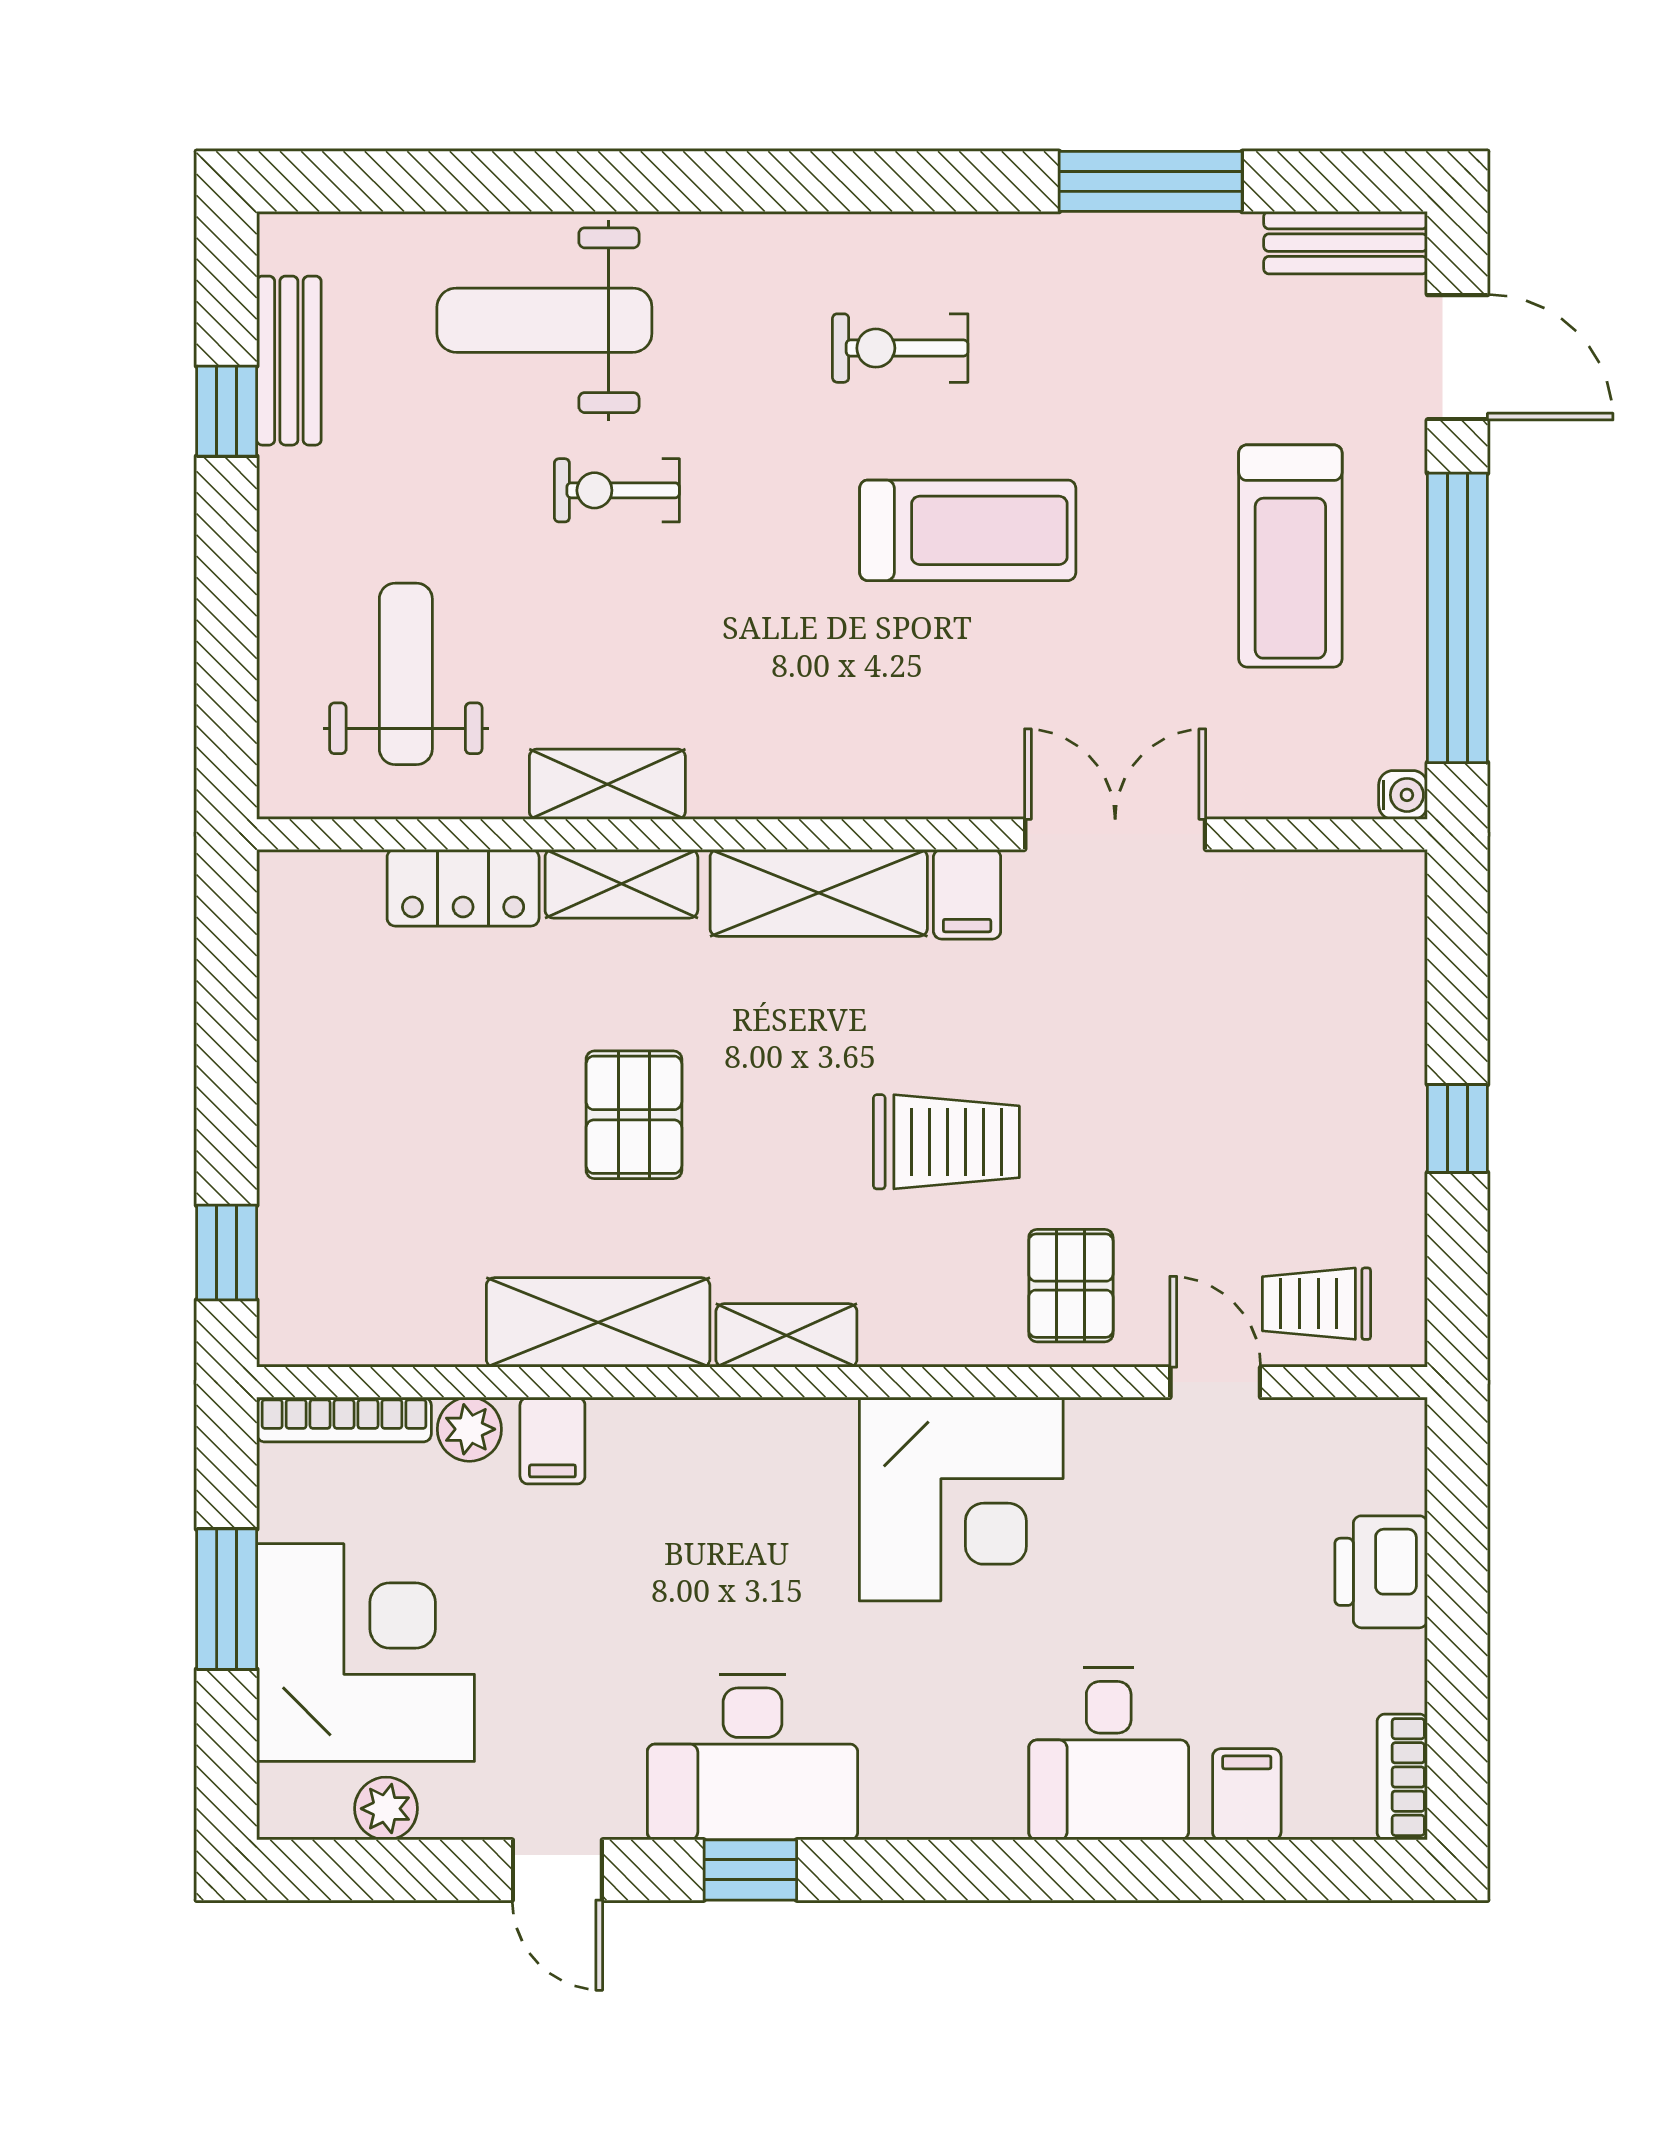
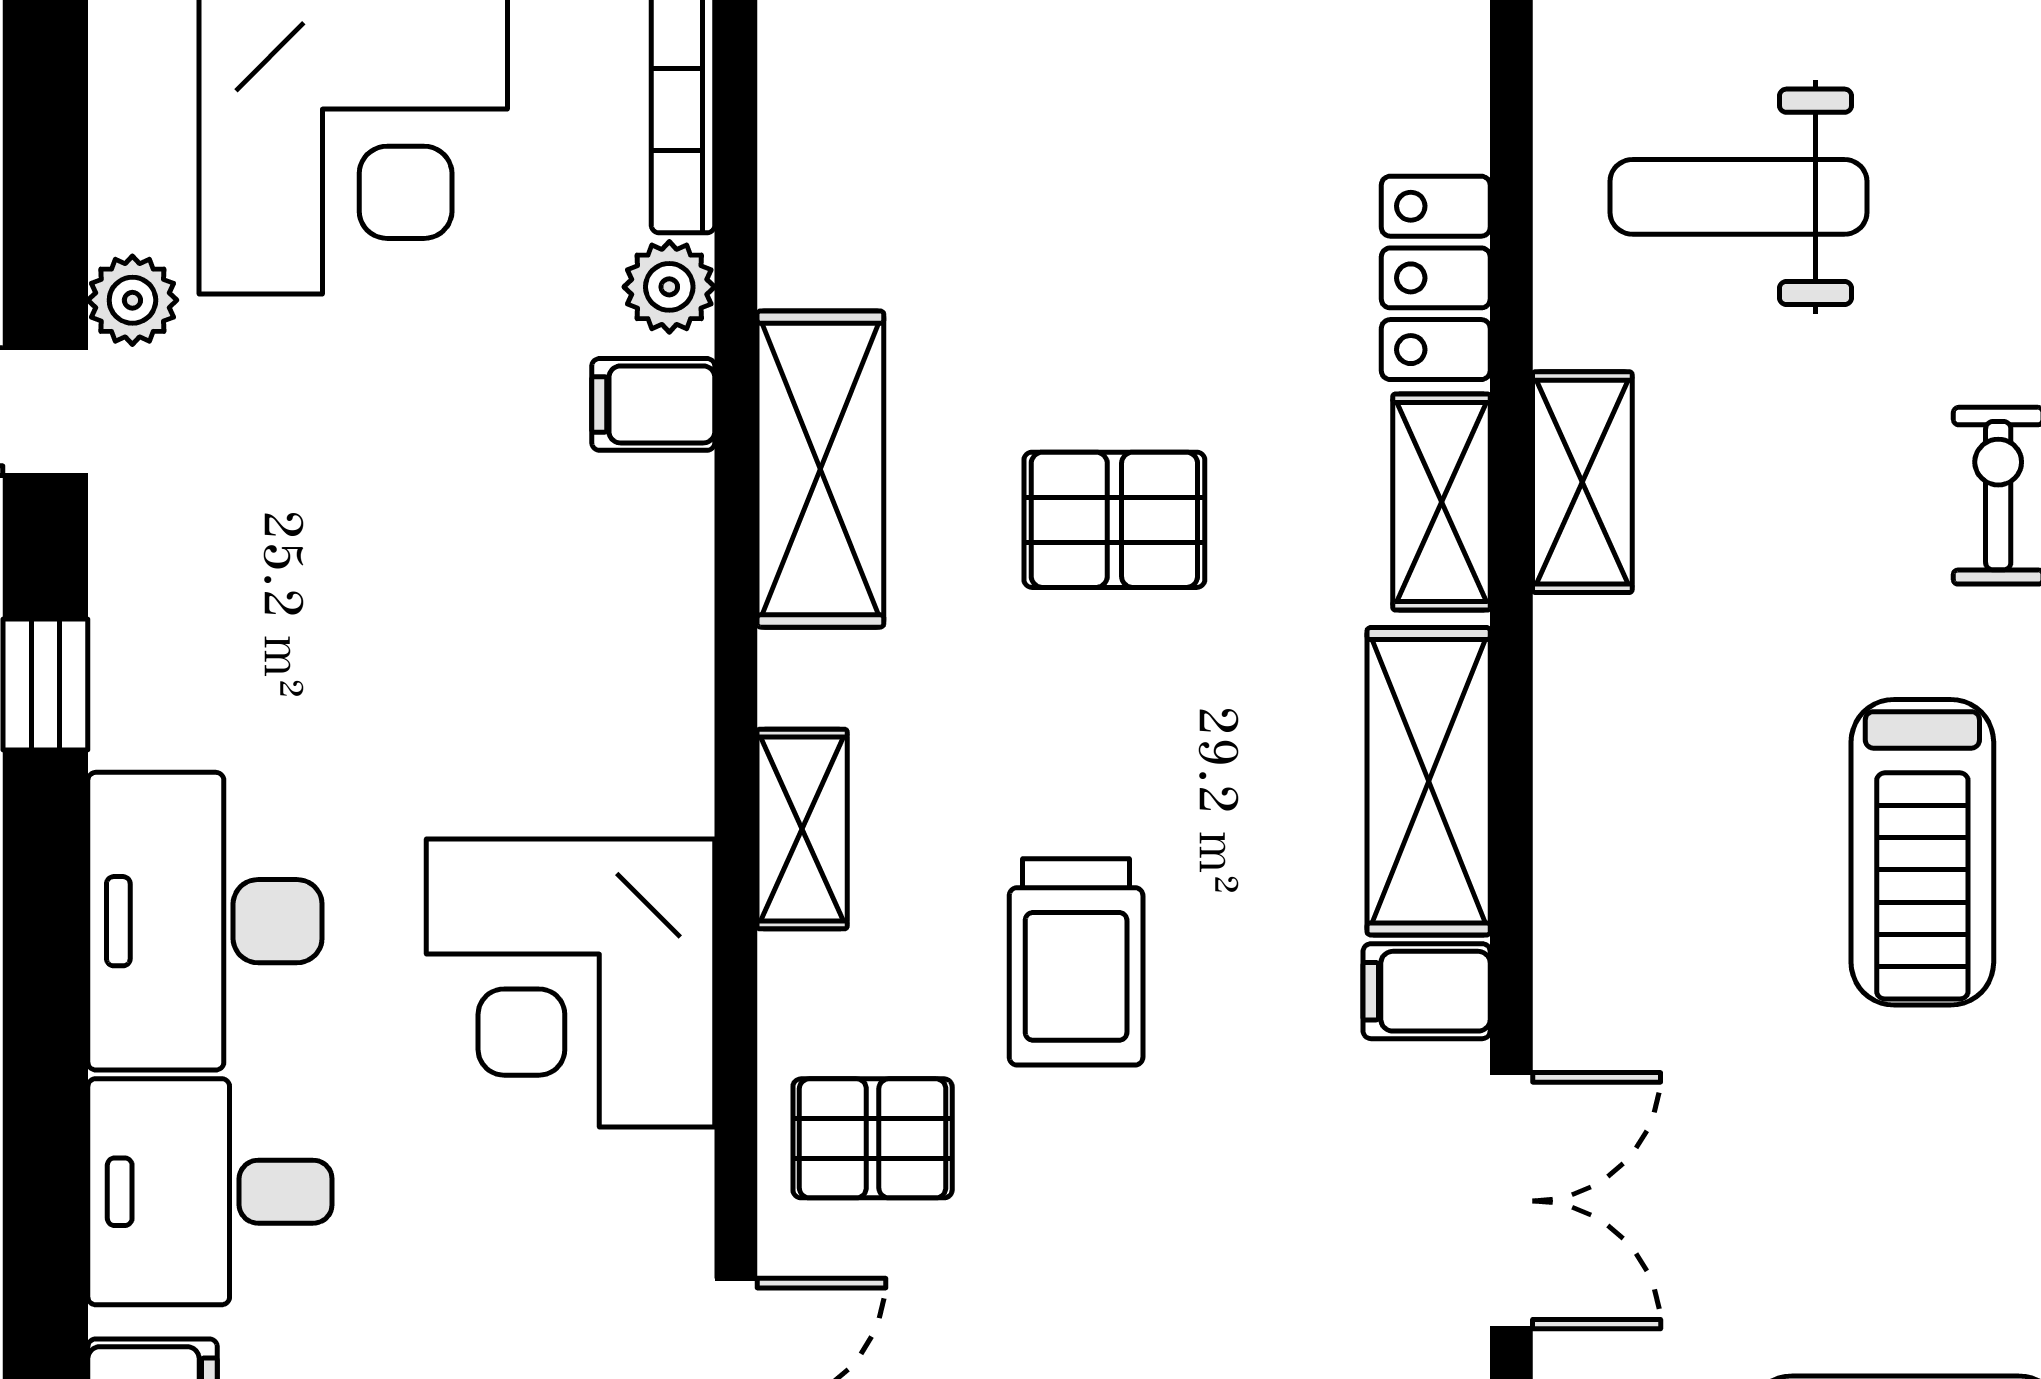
treadmill: (968, 530) -> (1922, 852), moved
weight bench: (406, 674) -> (1738, 197), turned 180
shelving: (786, 1335) -> (802, 829), moved
desk: (753, 1757) -> (205, 921), moved
plant: (386, 1809) -> (132, 300), moved

